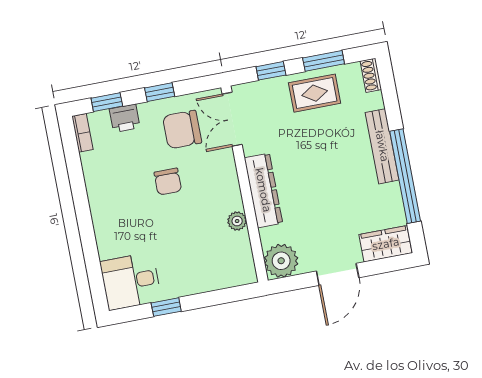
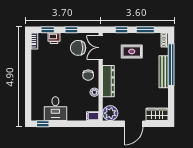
rug: (315, 93) -> (132, 51), moved
window: (405, 176) -> (171, 65), moved
chair: (168, 182) -> (88, 75), moved
filing cabinet: (243, 275) -> (93, 116), added
desk: (131, 281) -> (55, 109), moved, turned -90
window: (166, 307) -> (43, 124), moved

